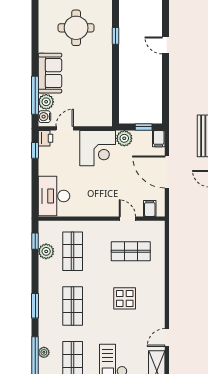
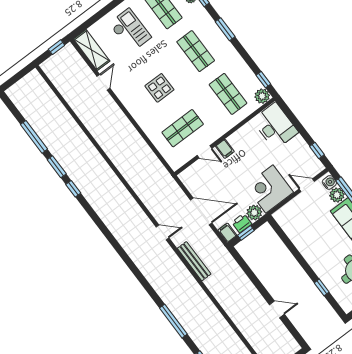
door: (65, 128) -> (307, 185), swing flipped
printer: (46, 138) -> (242, 223), moved, turned 90
filing cabinet: (150, 208) -> (225, 149), moved
plant: (46, 251) -> (262, 96), moved

